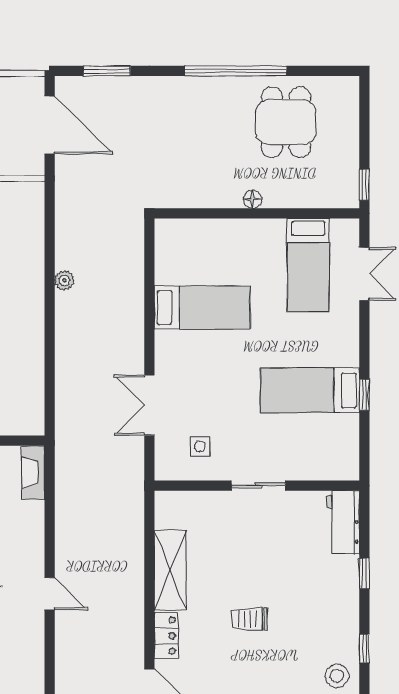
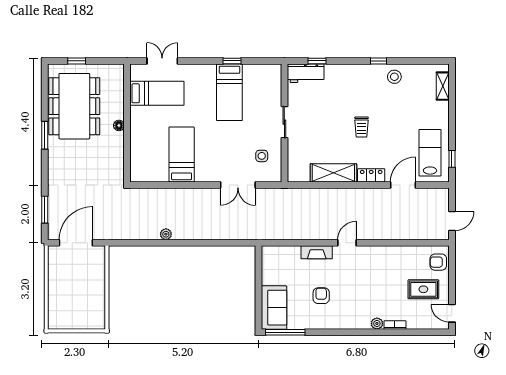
window: (236, 71) -> (45, 135), width x0.47
dining table: (286, 122) -> (74, 106), width x1.88, depth x1.24
window: (364, 185) -> (77, 61), moved
fireplace: (33, 473) -> (317, 252), moved
window: (364, 574) -> (317, 61), moved

